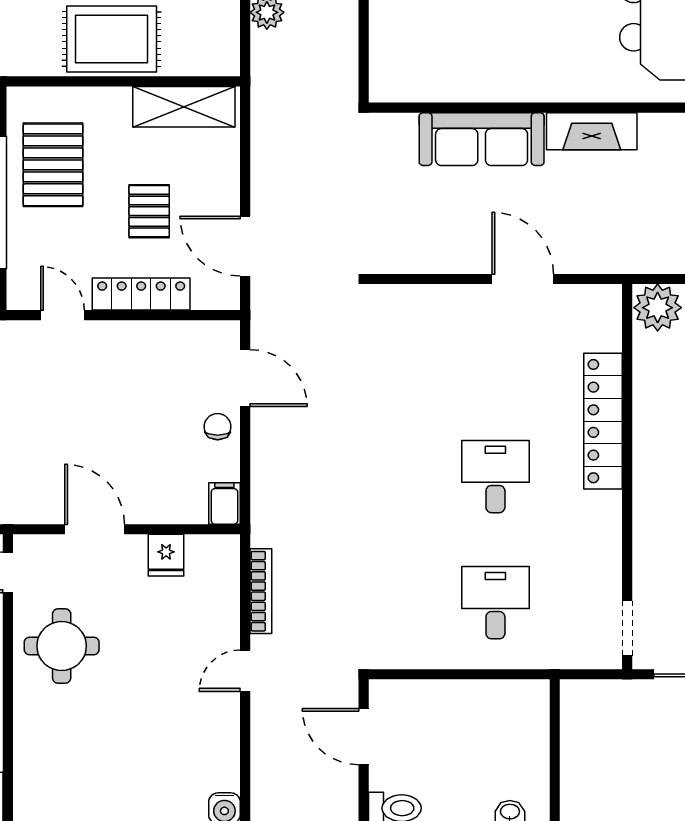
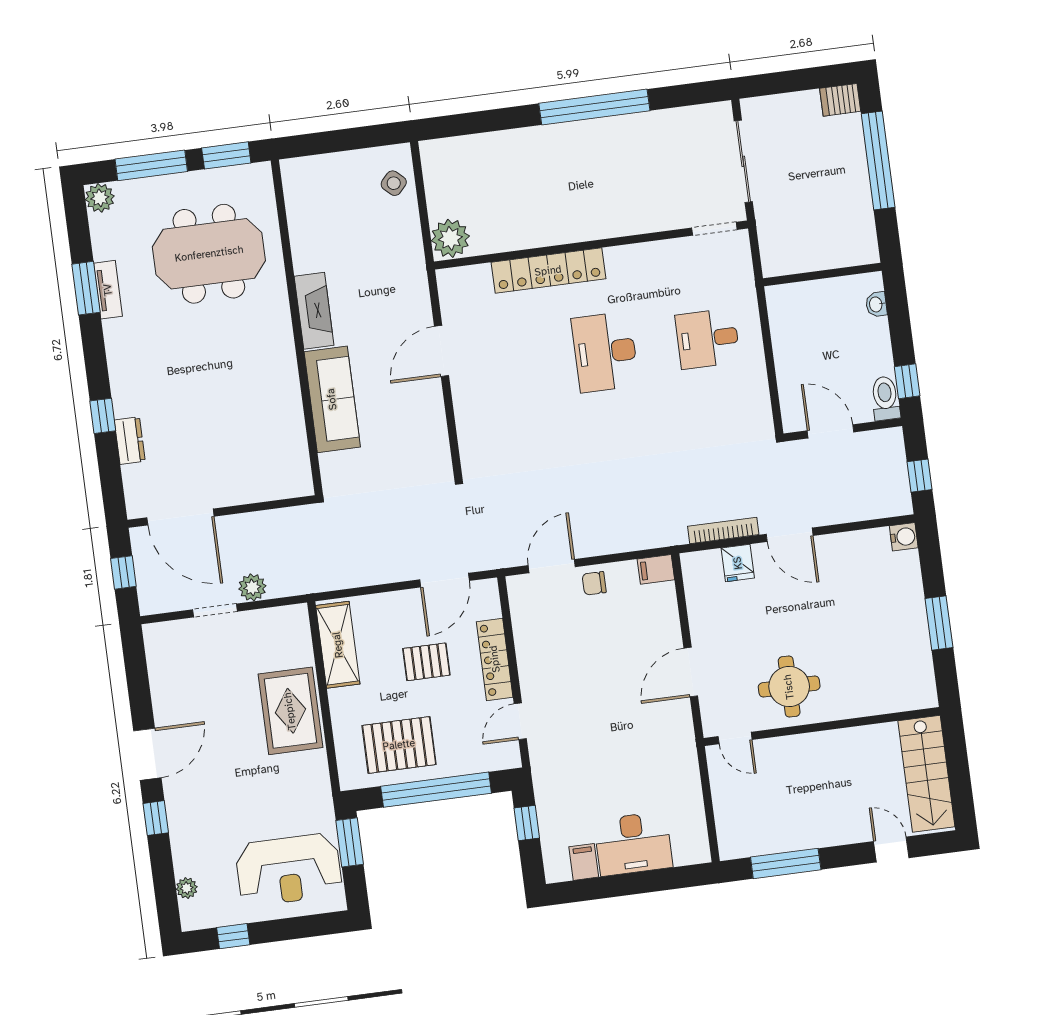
desk: (495, 477) -> (605, 352), width x1.37
fridge: (166, 555) -> (738, 563), moved, turned 90
door: (245, 671) -> (790, 535), width x1.37
door: (364, 737) -> (830, 431), swing flipped

